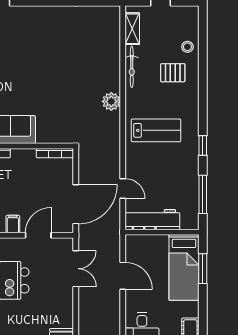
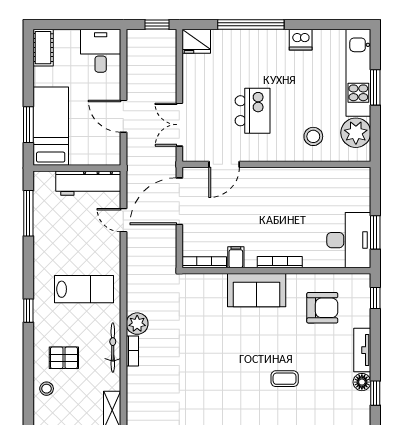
bicycle: (132, 67) -> (113, 348), moved
bookcase: (115, 78) -> (132, 351), added
lab bench: (156, 130) -> (84, 289), turned 180
window: (203, 146) -> (28, 311), moved
filing cabinet: (13, 224) -> (236, 257), moved, turned 180

